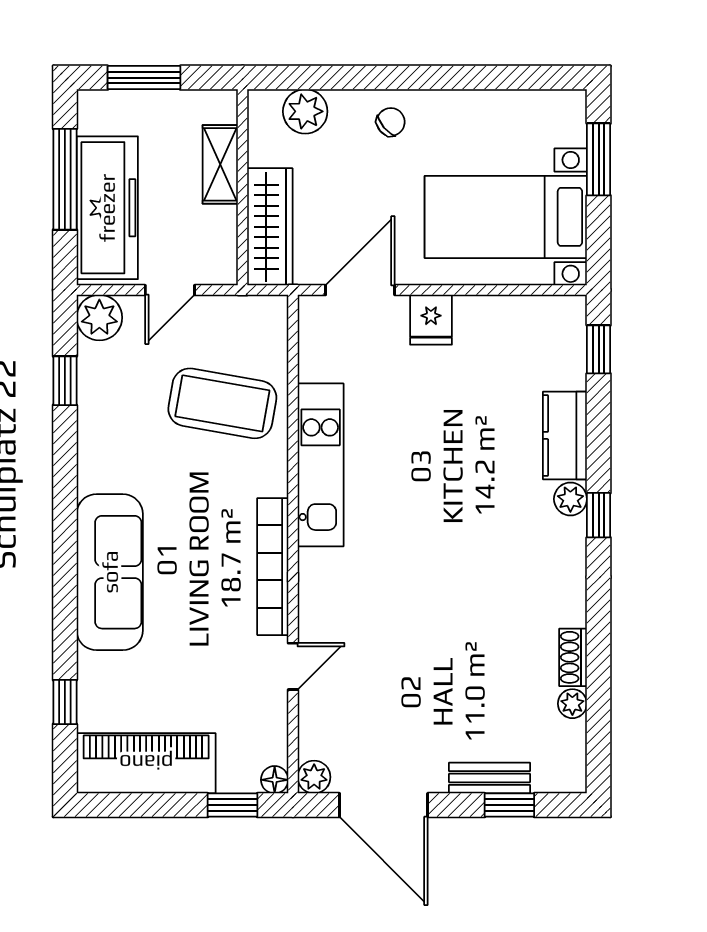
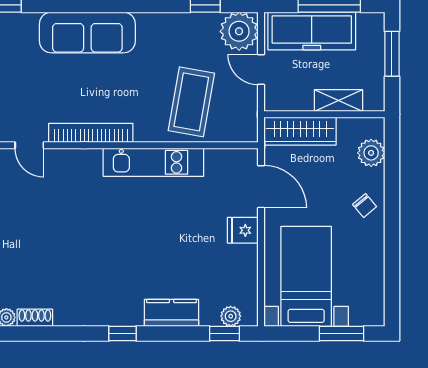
plant: (99, 318) -> (239, 31), width x1.36, depth x1.36
plant: (570, 499) -> (231, 316), moved

